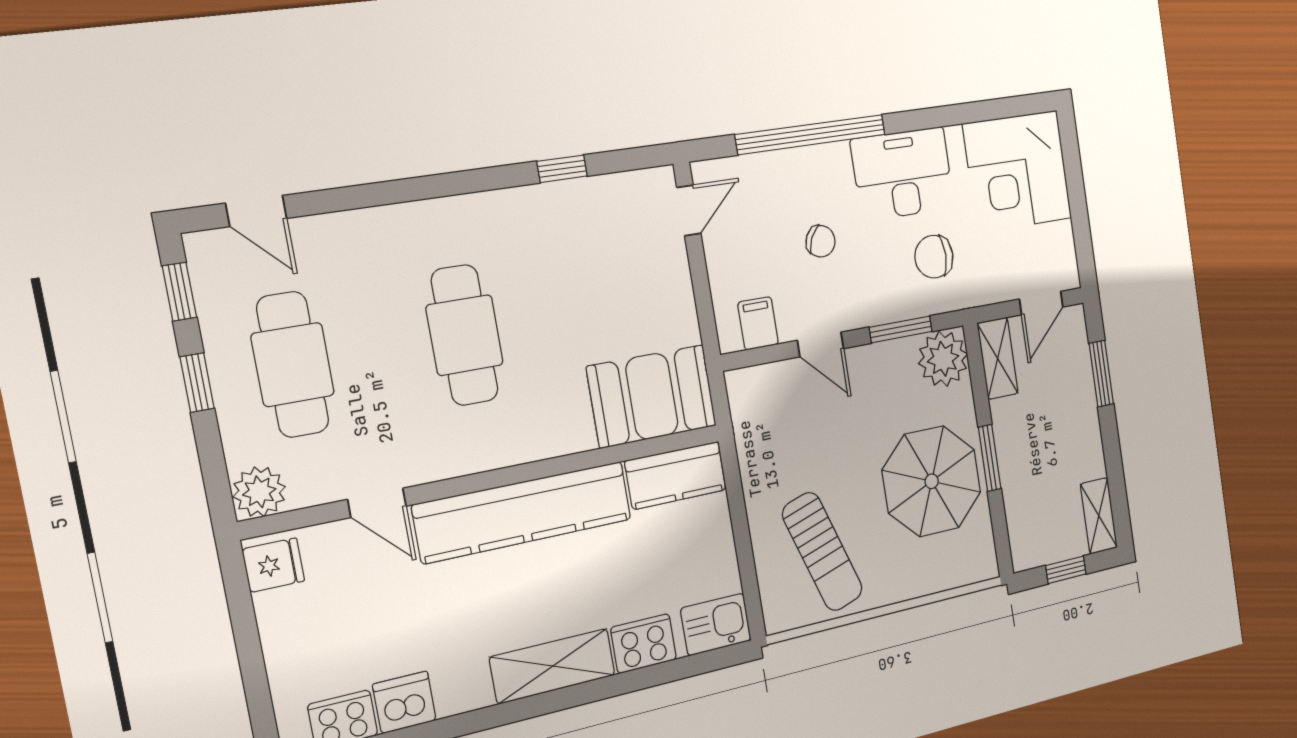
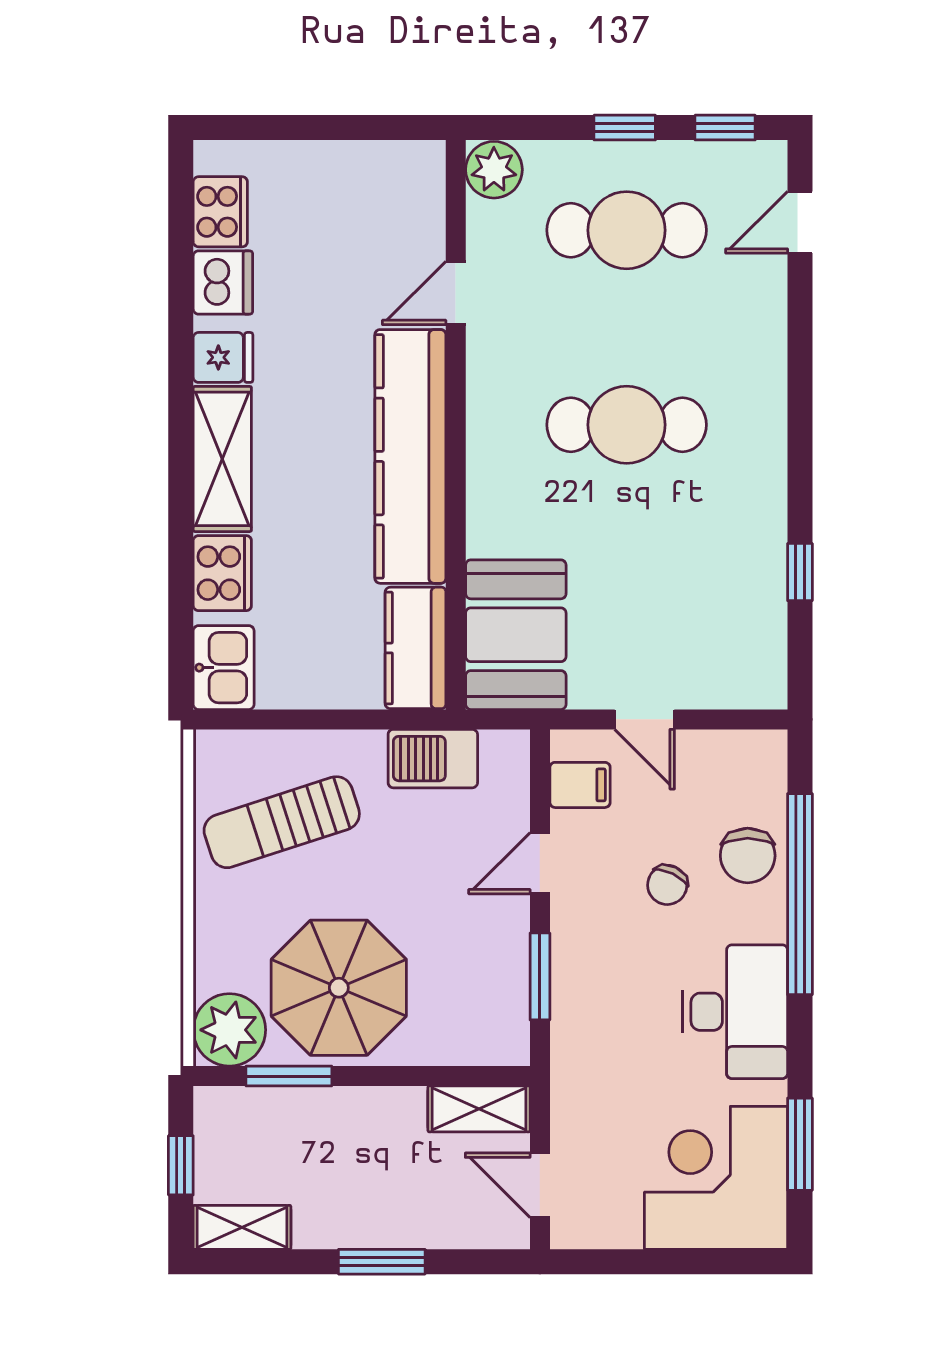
window: (986, 110) -> (800, 1144), added
door: (689, 210) -> (645, 719), moved
chair: (934, 257) -> (748, 856), moved, turned 180
plant: (943, 359) -> (229, 1030), moved
window: (1101, 374) -> (382, 1262), moved
barbecue: (757, 444) -> (433, 759), added
window: (990, 458) -> (289, 1076), moved
fridge: (273, 565) -> (223, 357), moved, turned -90

